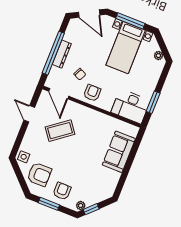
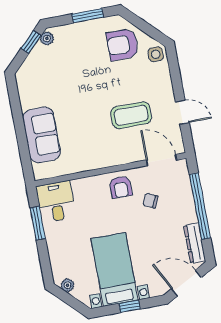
window: (130, 21) -> (130, 306), width x0.46
dresser: (62, 54) -> (195, 243), moved
desk: (131, 106) -> (56, 202), width x0.73
coffee table: (60, 131) -> (131, 115), turned 37
armchair: (62, 191) -> (81, 42), removed

